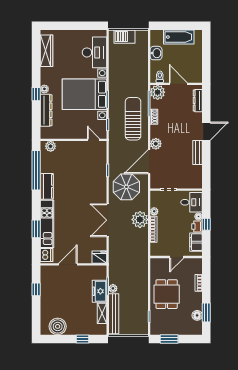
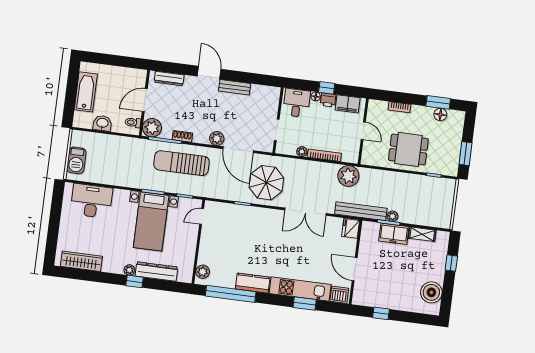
bed with nightstands: (85, 94) -> (151, 221), width x0.73
plant: (140, 220) -> (348, 176), moved
bench: (114, 314) -> (361, 211), moved

